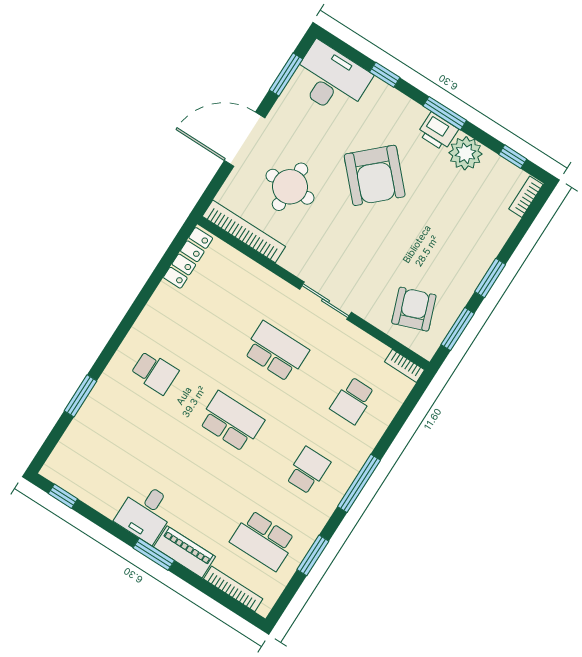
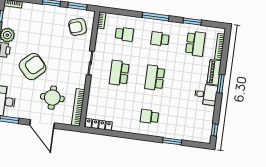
school desk: (155, 372) -> (150, 117), turned -90

